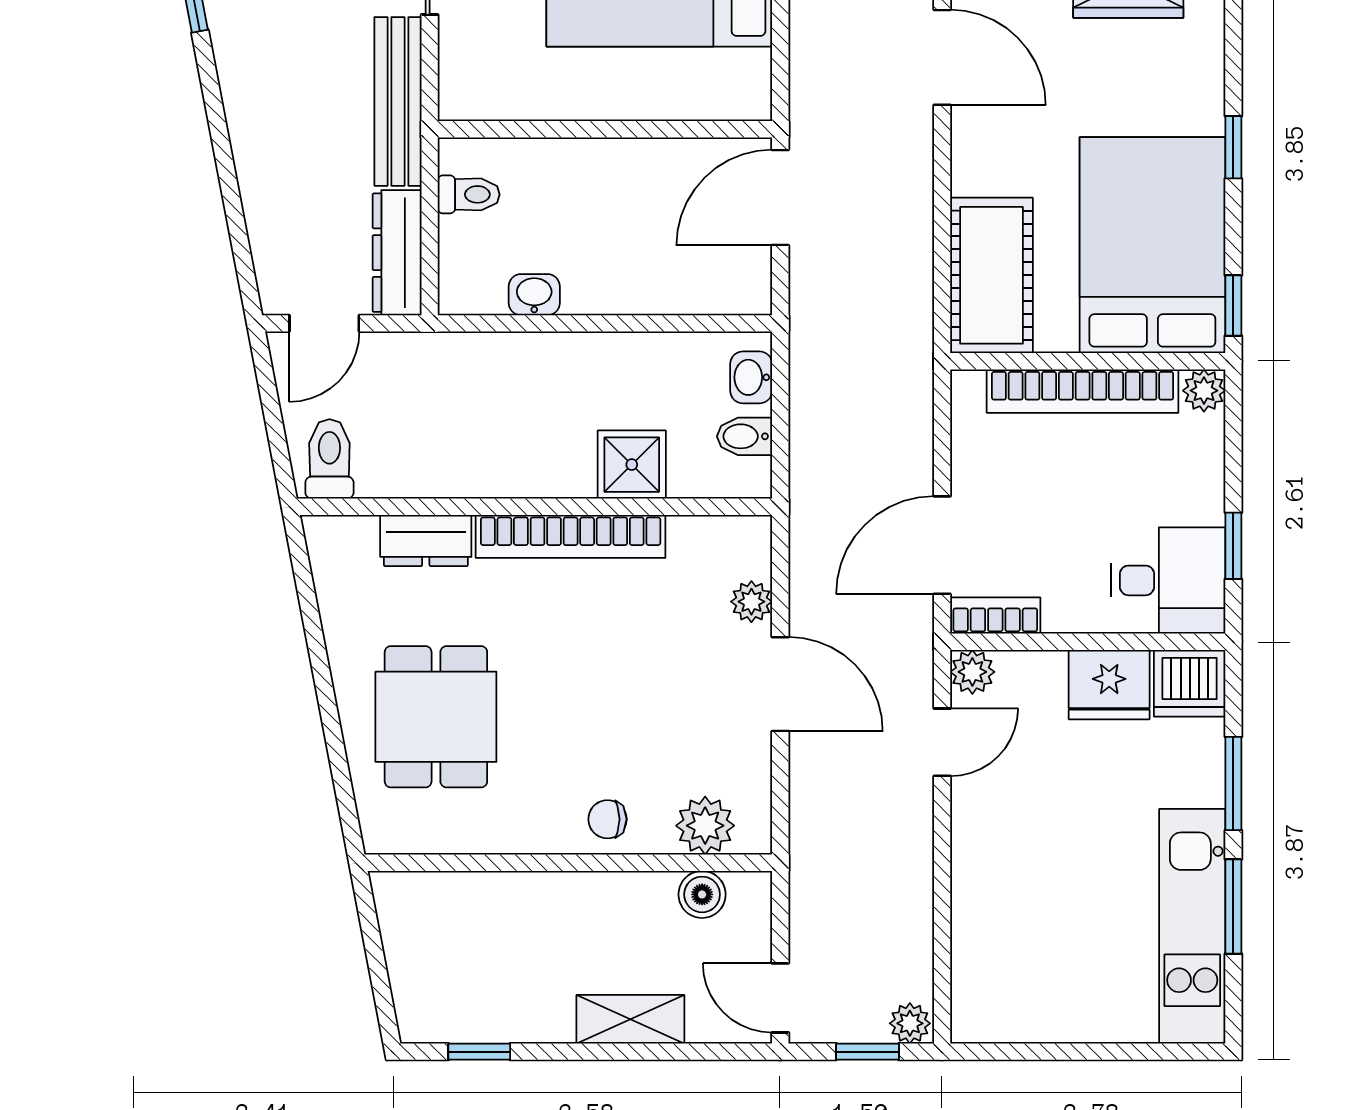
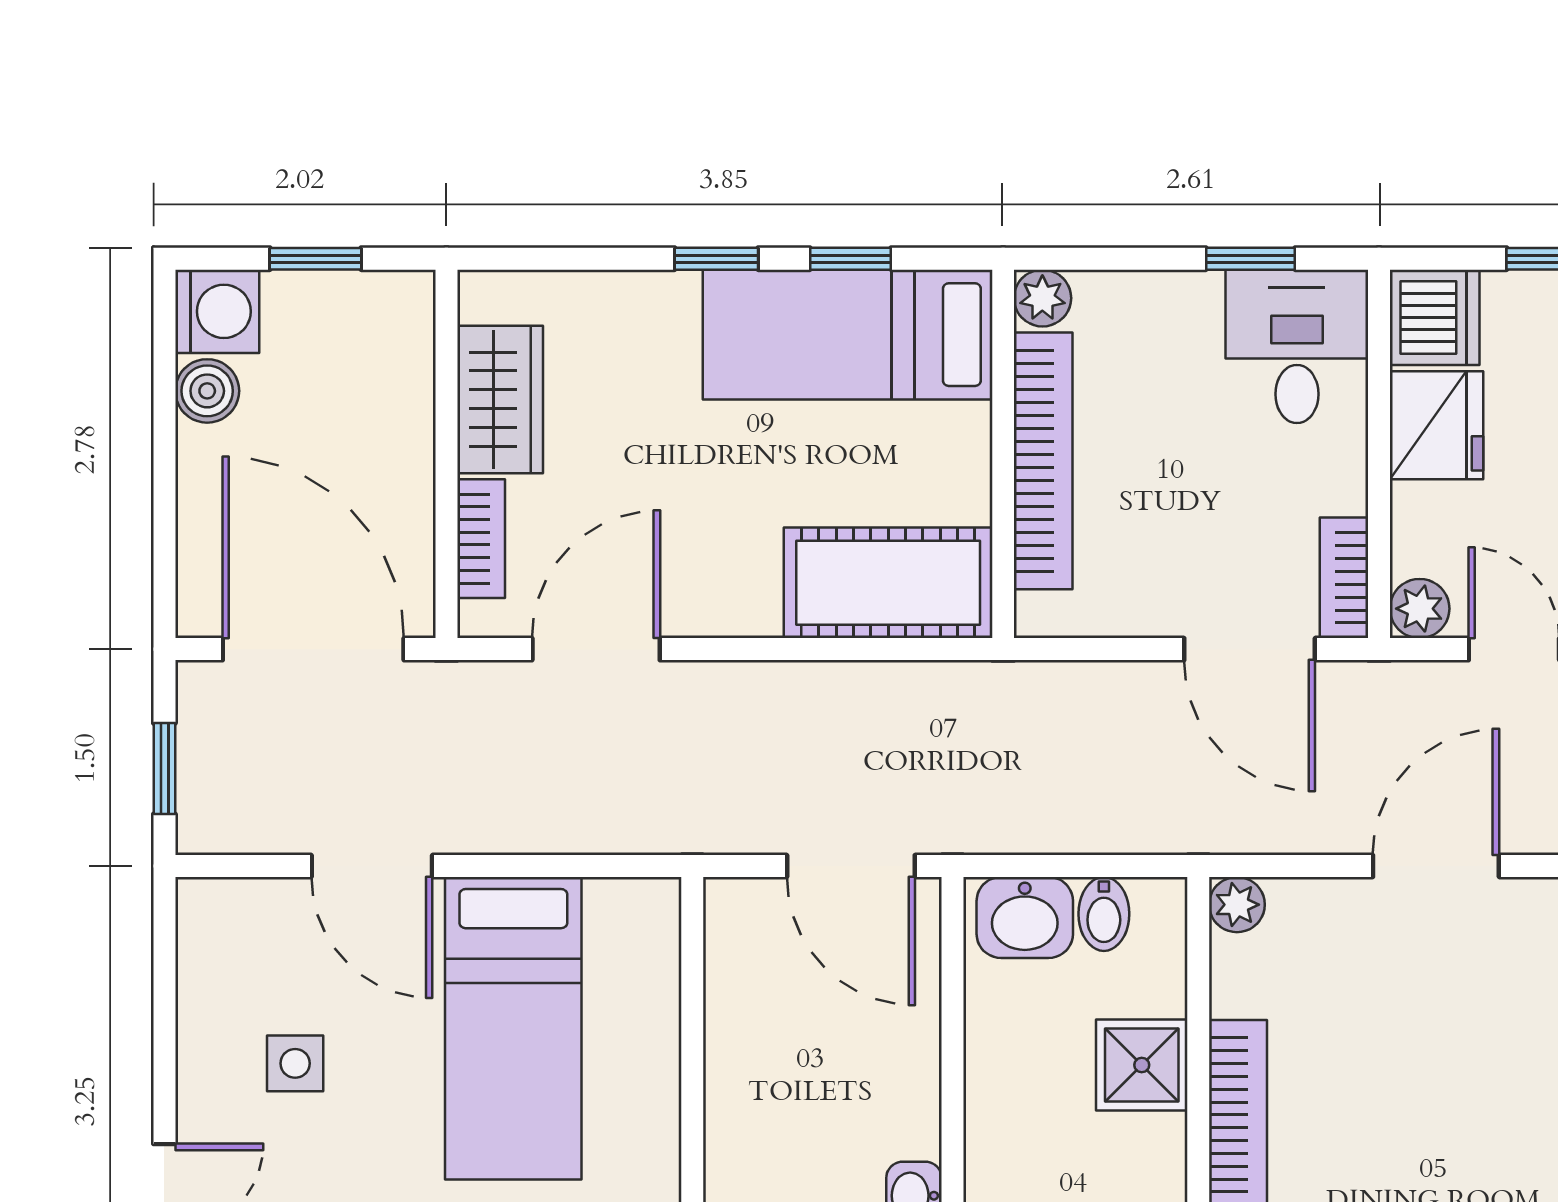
door: (780, 197) -> (851, 866), moved
bed: (1152, 245) -> (848, 335), width x0.67
window: (1233, 306) -> (851, 259), moved
washbasin: (751, 377) -> (1025, 917), width x1.38, depth x1.45
plant: (751, 602) -> (1237, 905), moved

